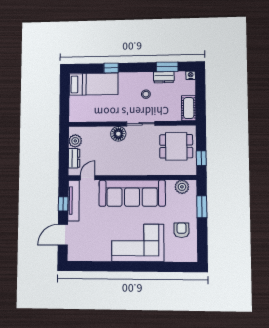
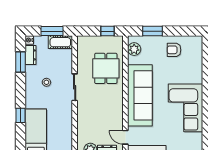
dresser: (164, 77) -> (30, 55), moved
window: (201, 99) -> (52, 31), added
floor lamp: (118, 134) -> (84, 108), removed
dining table: (176, 146) -> (106, 68), moved
corner sofa: (138, 243) -> (186, 108), moved

